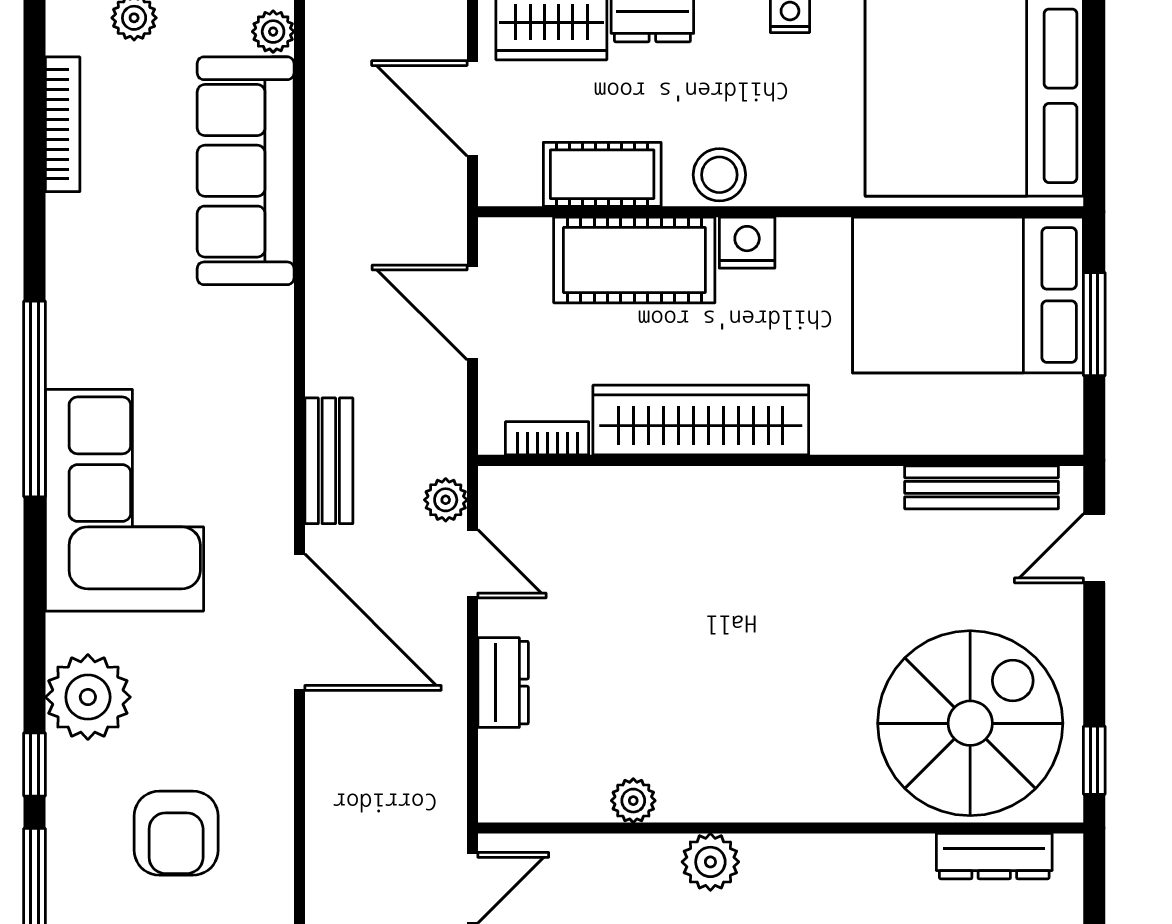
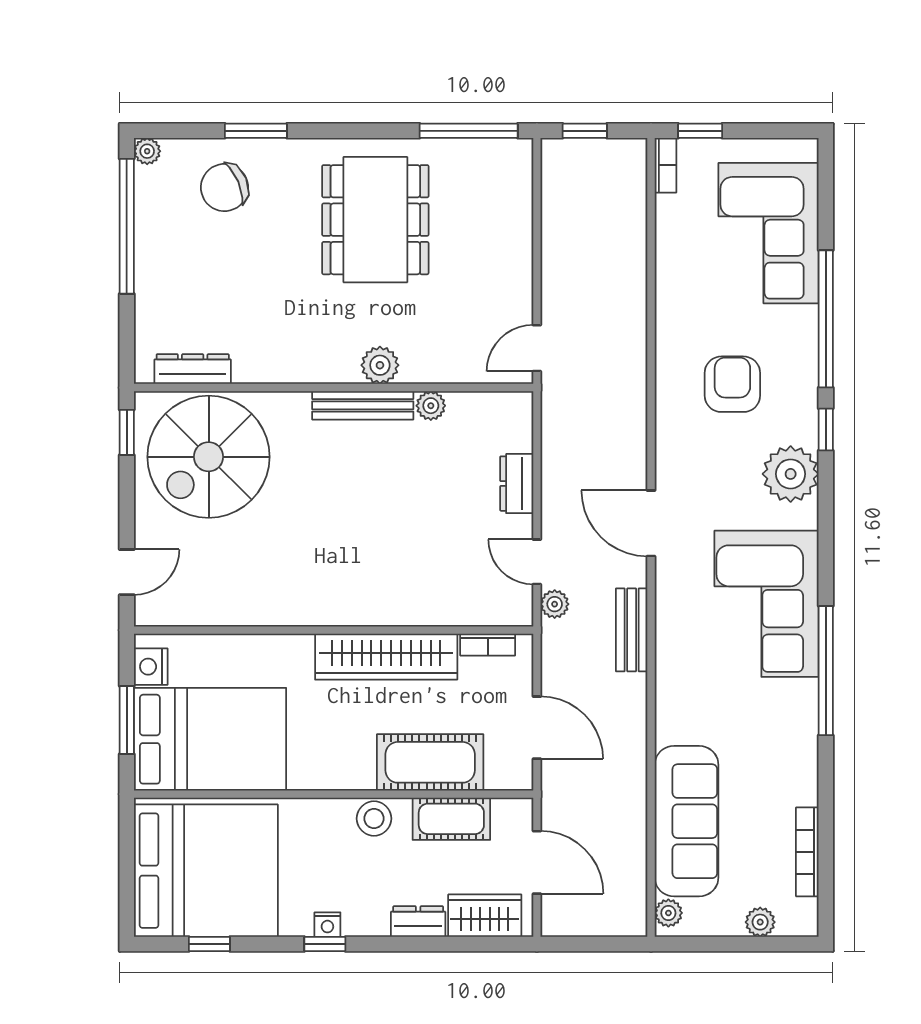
nightstand: (747, 243) -> (151, 667), moved, turned 90
bench: (982, 487) -> (363, 405), moved
door: (299, 622) -> (651, 523), width x0.73

